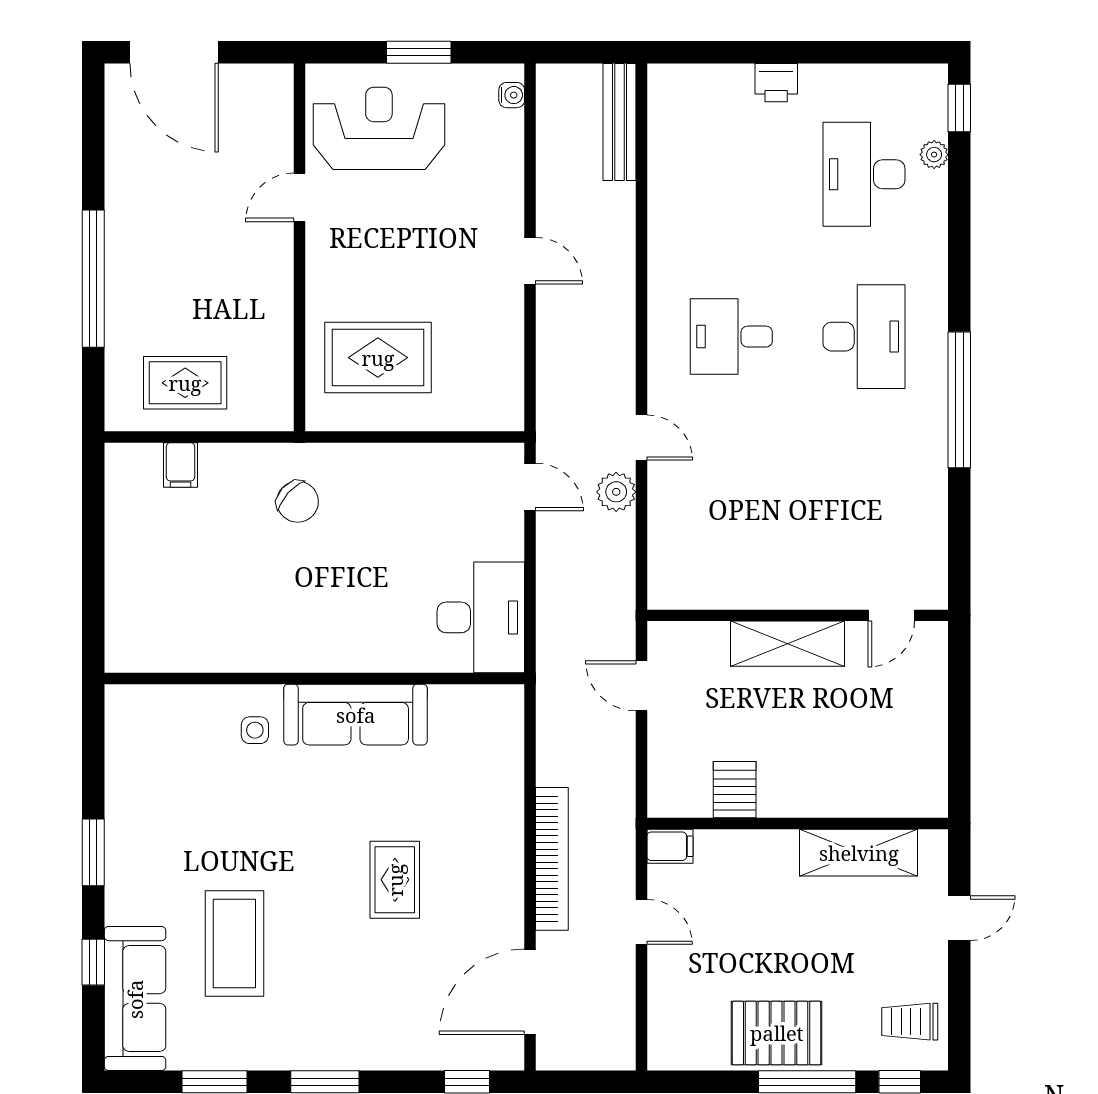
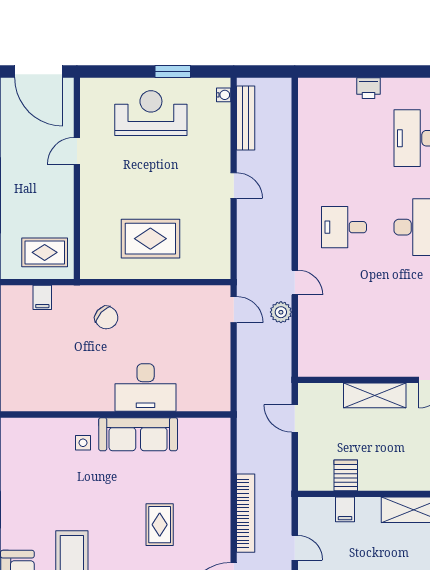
bench: (620, 122) -> (246, 118), moved
door: (300, 197) -> (77, 151), moved
wall: (300, 247) -> (77, 178), moved
desk: (481, 617) -> (146, 388), moved, turned 90
filing cabinet: (670, 846) -> (345, 509), moved, turned 90

